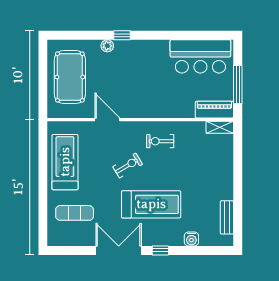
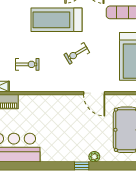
exercise bike: (160, 141) -> (27, 64), moved

